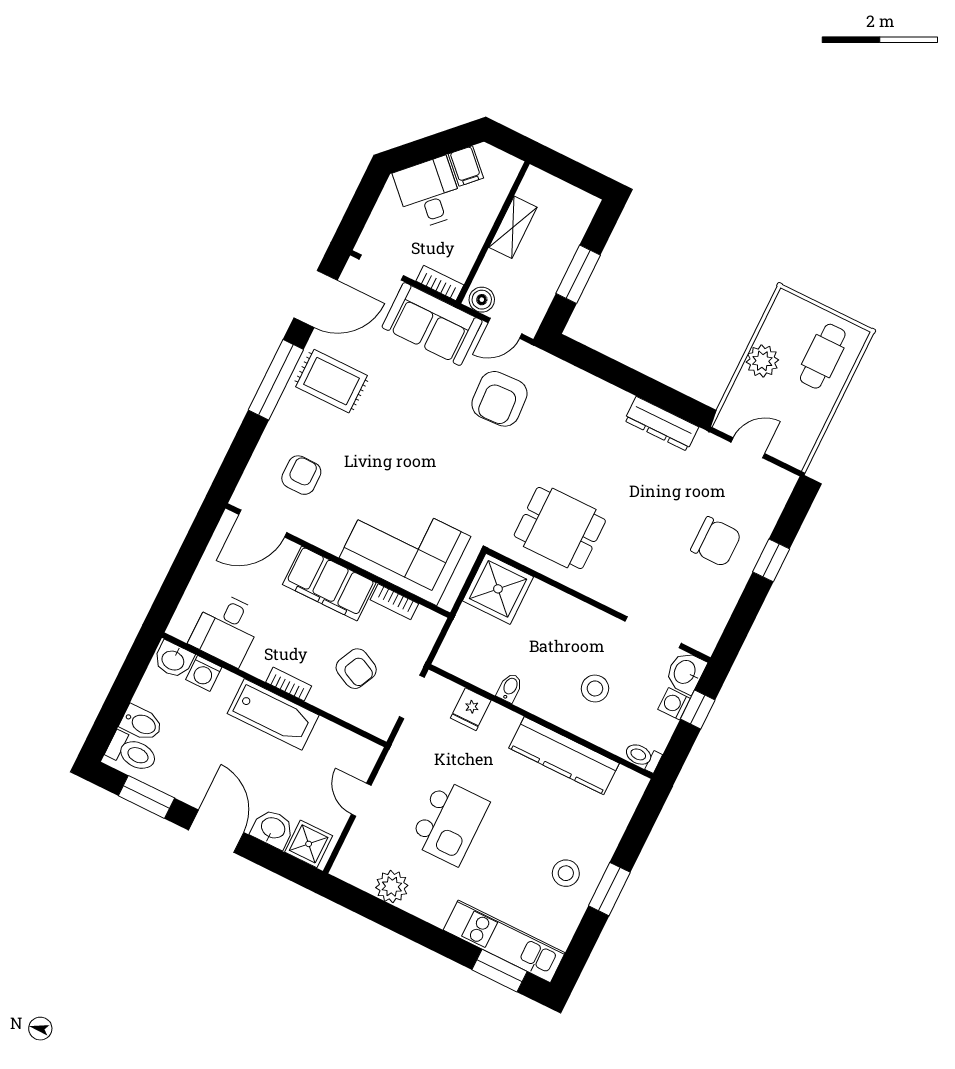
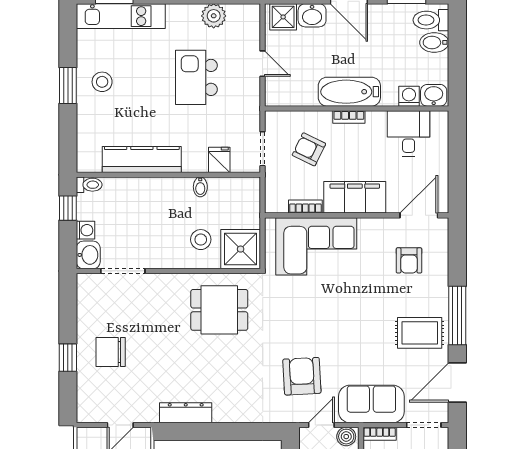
stool: (595, 688) -> (201, 240), moved
window: (698, 710) -> (68, 208), moved

